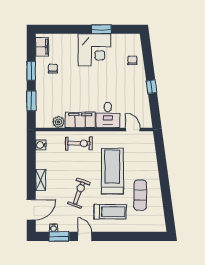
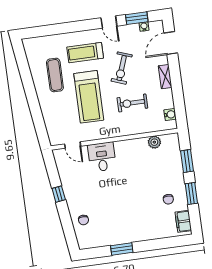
corner desk: (94, 50) -> (126, 226), removed
filing cabinet: (80, 120) -> (131, 147), removed
exercise bike: (79, 143) -> (132, 103), moved

